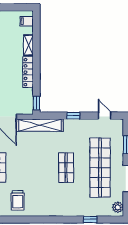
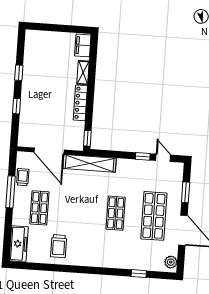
filing cabinet: (27, 21) -> (83, 45), width x2.00
window: (73, 116) -> (143, 156), moved
shop shelf: (100, 168) -> (154, 216), width x0.71

